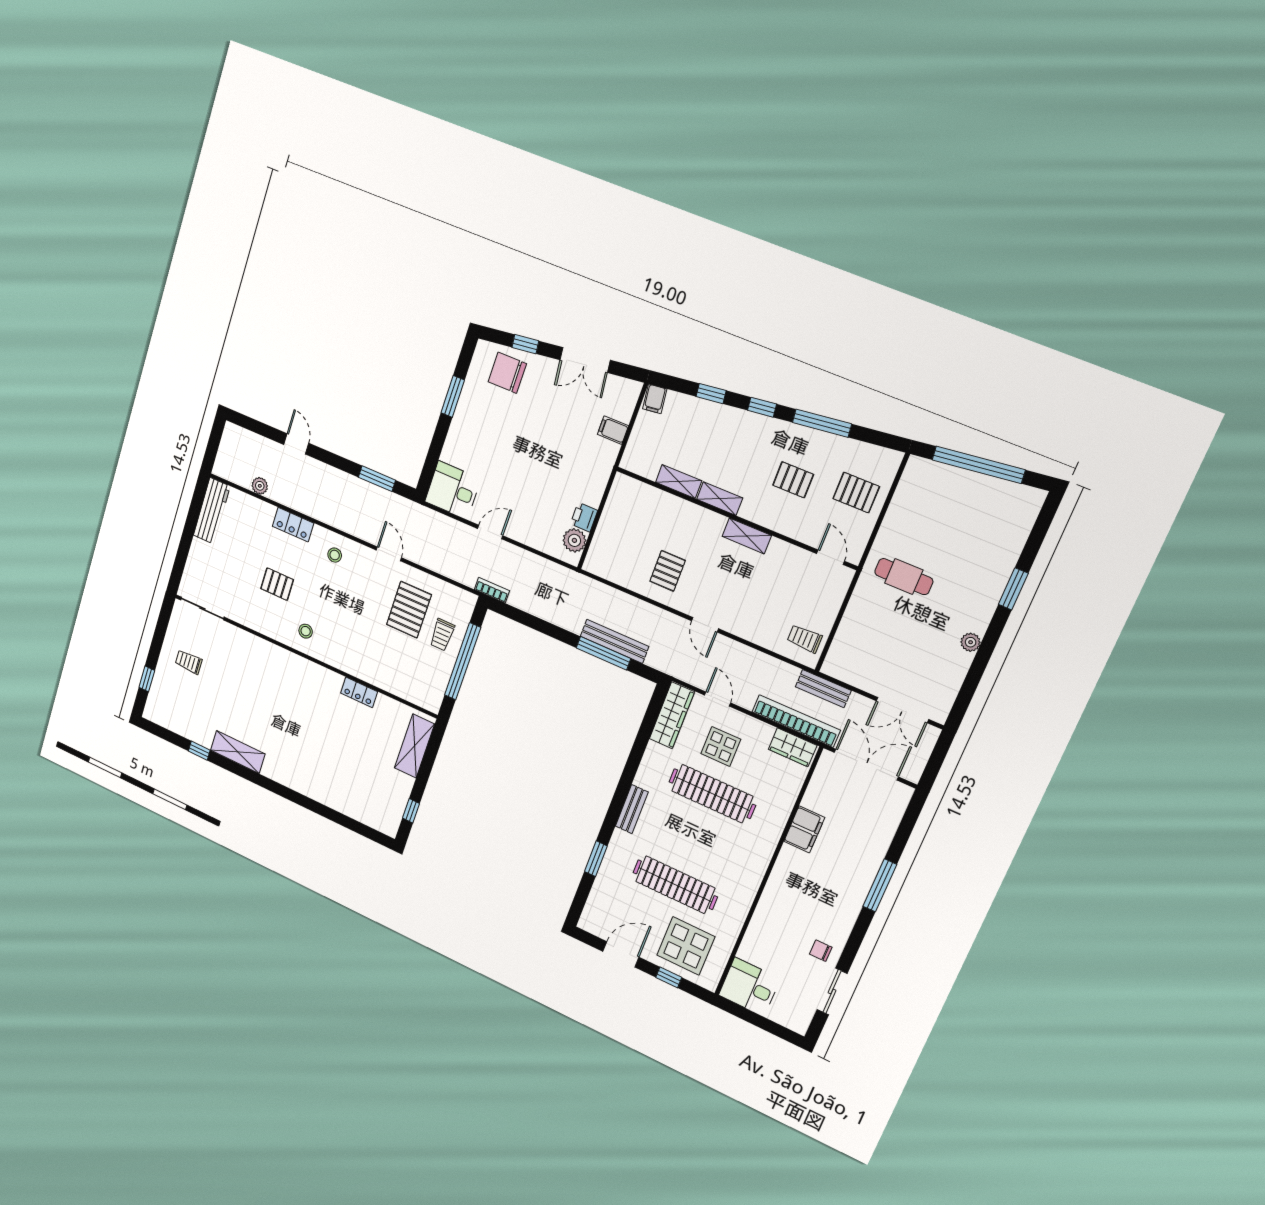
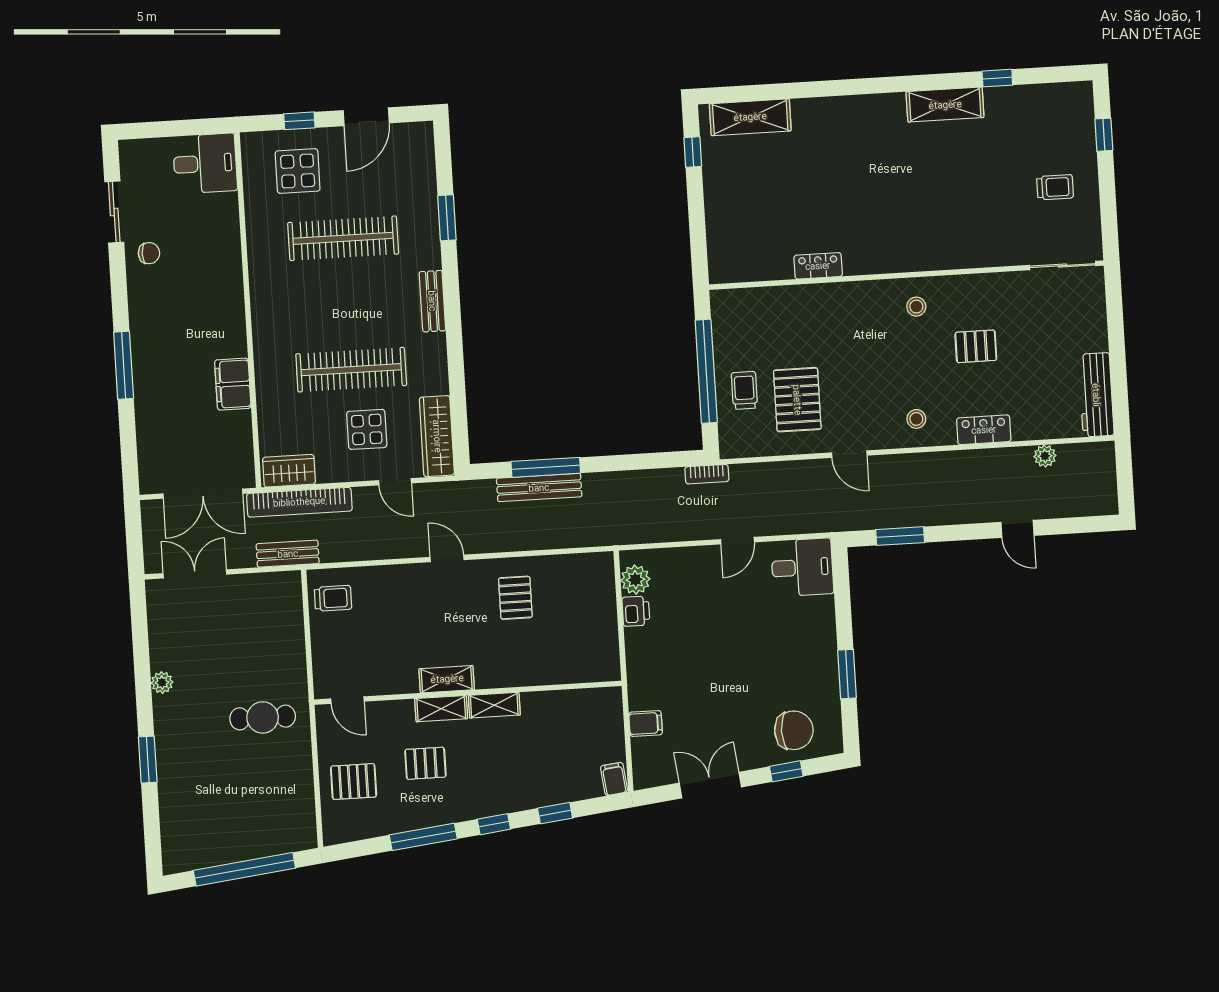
shelving: (679, 481) -> (441, 709), moved
shelving: (414, 746) -> (750, 117), moved, turned 90
display table: (686, 946) -> (298, 171), width x0.73, depth x0.73

